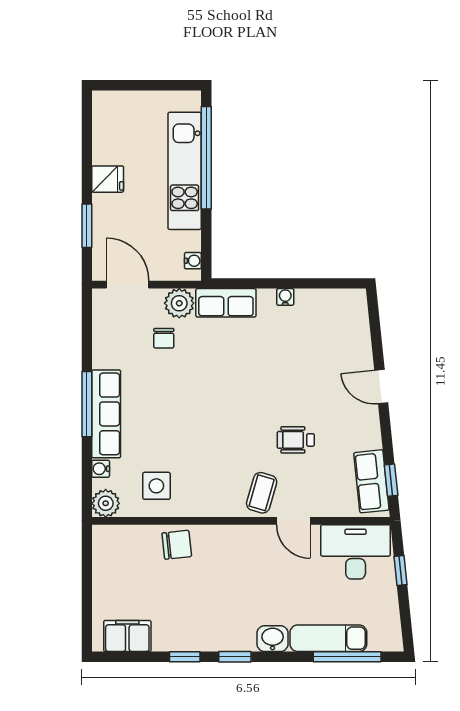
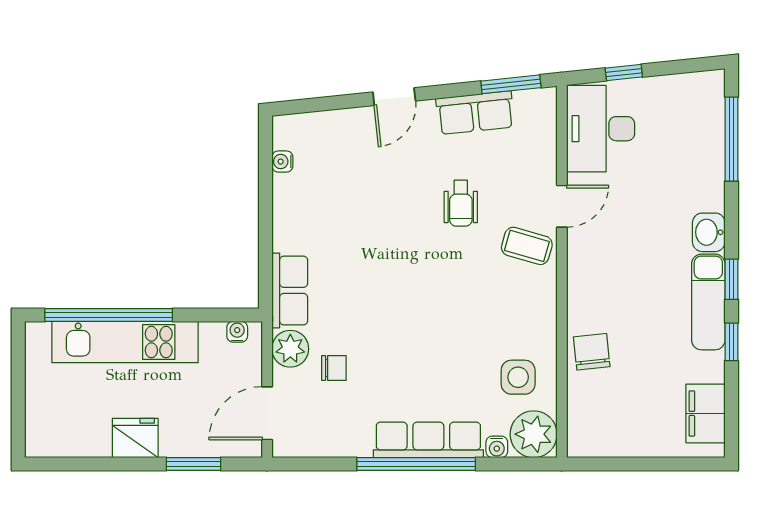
fridge: (108, 179) -> (135, 438), width x1.38
water cooler: (285, 297) -> (282, 162), moved
window: (87, 404) -> (416, 464), width x1.46
window: (391, 480) -> (511, 84), width x1.50
row of seats: (371, 481) -> (475, 113), moved
plant: (106, 503) -> (534, 434), width x1.36, depth x1.36
exam couch: (328, 638) -> (708, 302), moved

